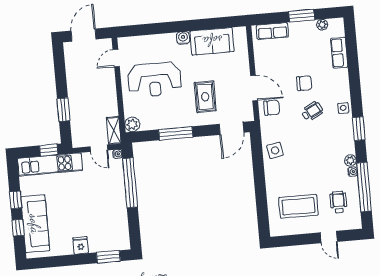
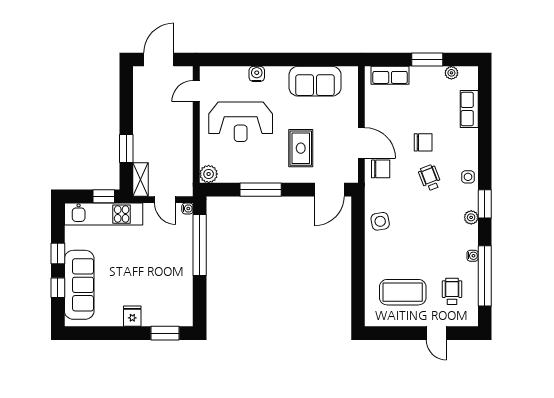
water cooler: (183, 38) -> (257, 74), moved
wheelchair: (312, 111) -> (430, 178), turned -83
shelving: (114, 131) -> (140, 179), moved
plant: (350, 160) -> (471, 217), moved

